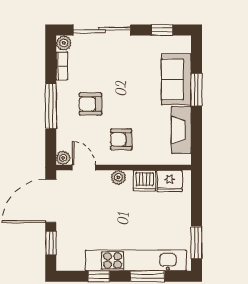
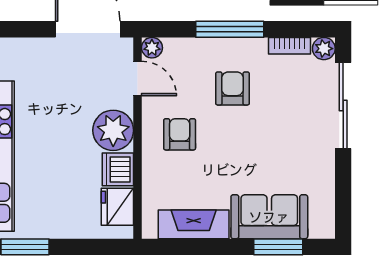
window: (162, 30) -> (343, 196), removed
window: (196, 90) -> (278, 247), moved
door: (84, 168) -> (138, 79), hinge flipped
plant: (118, 177) -> (113, 130), width x1.88, depth x1.88
window: (51, 243) -> (25, 29), removed

